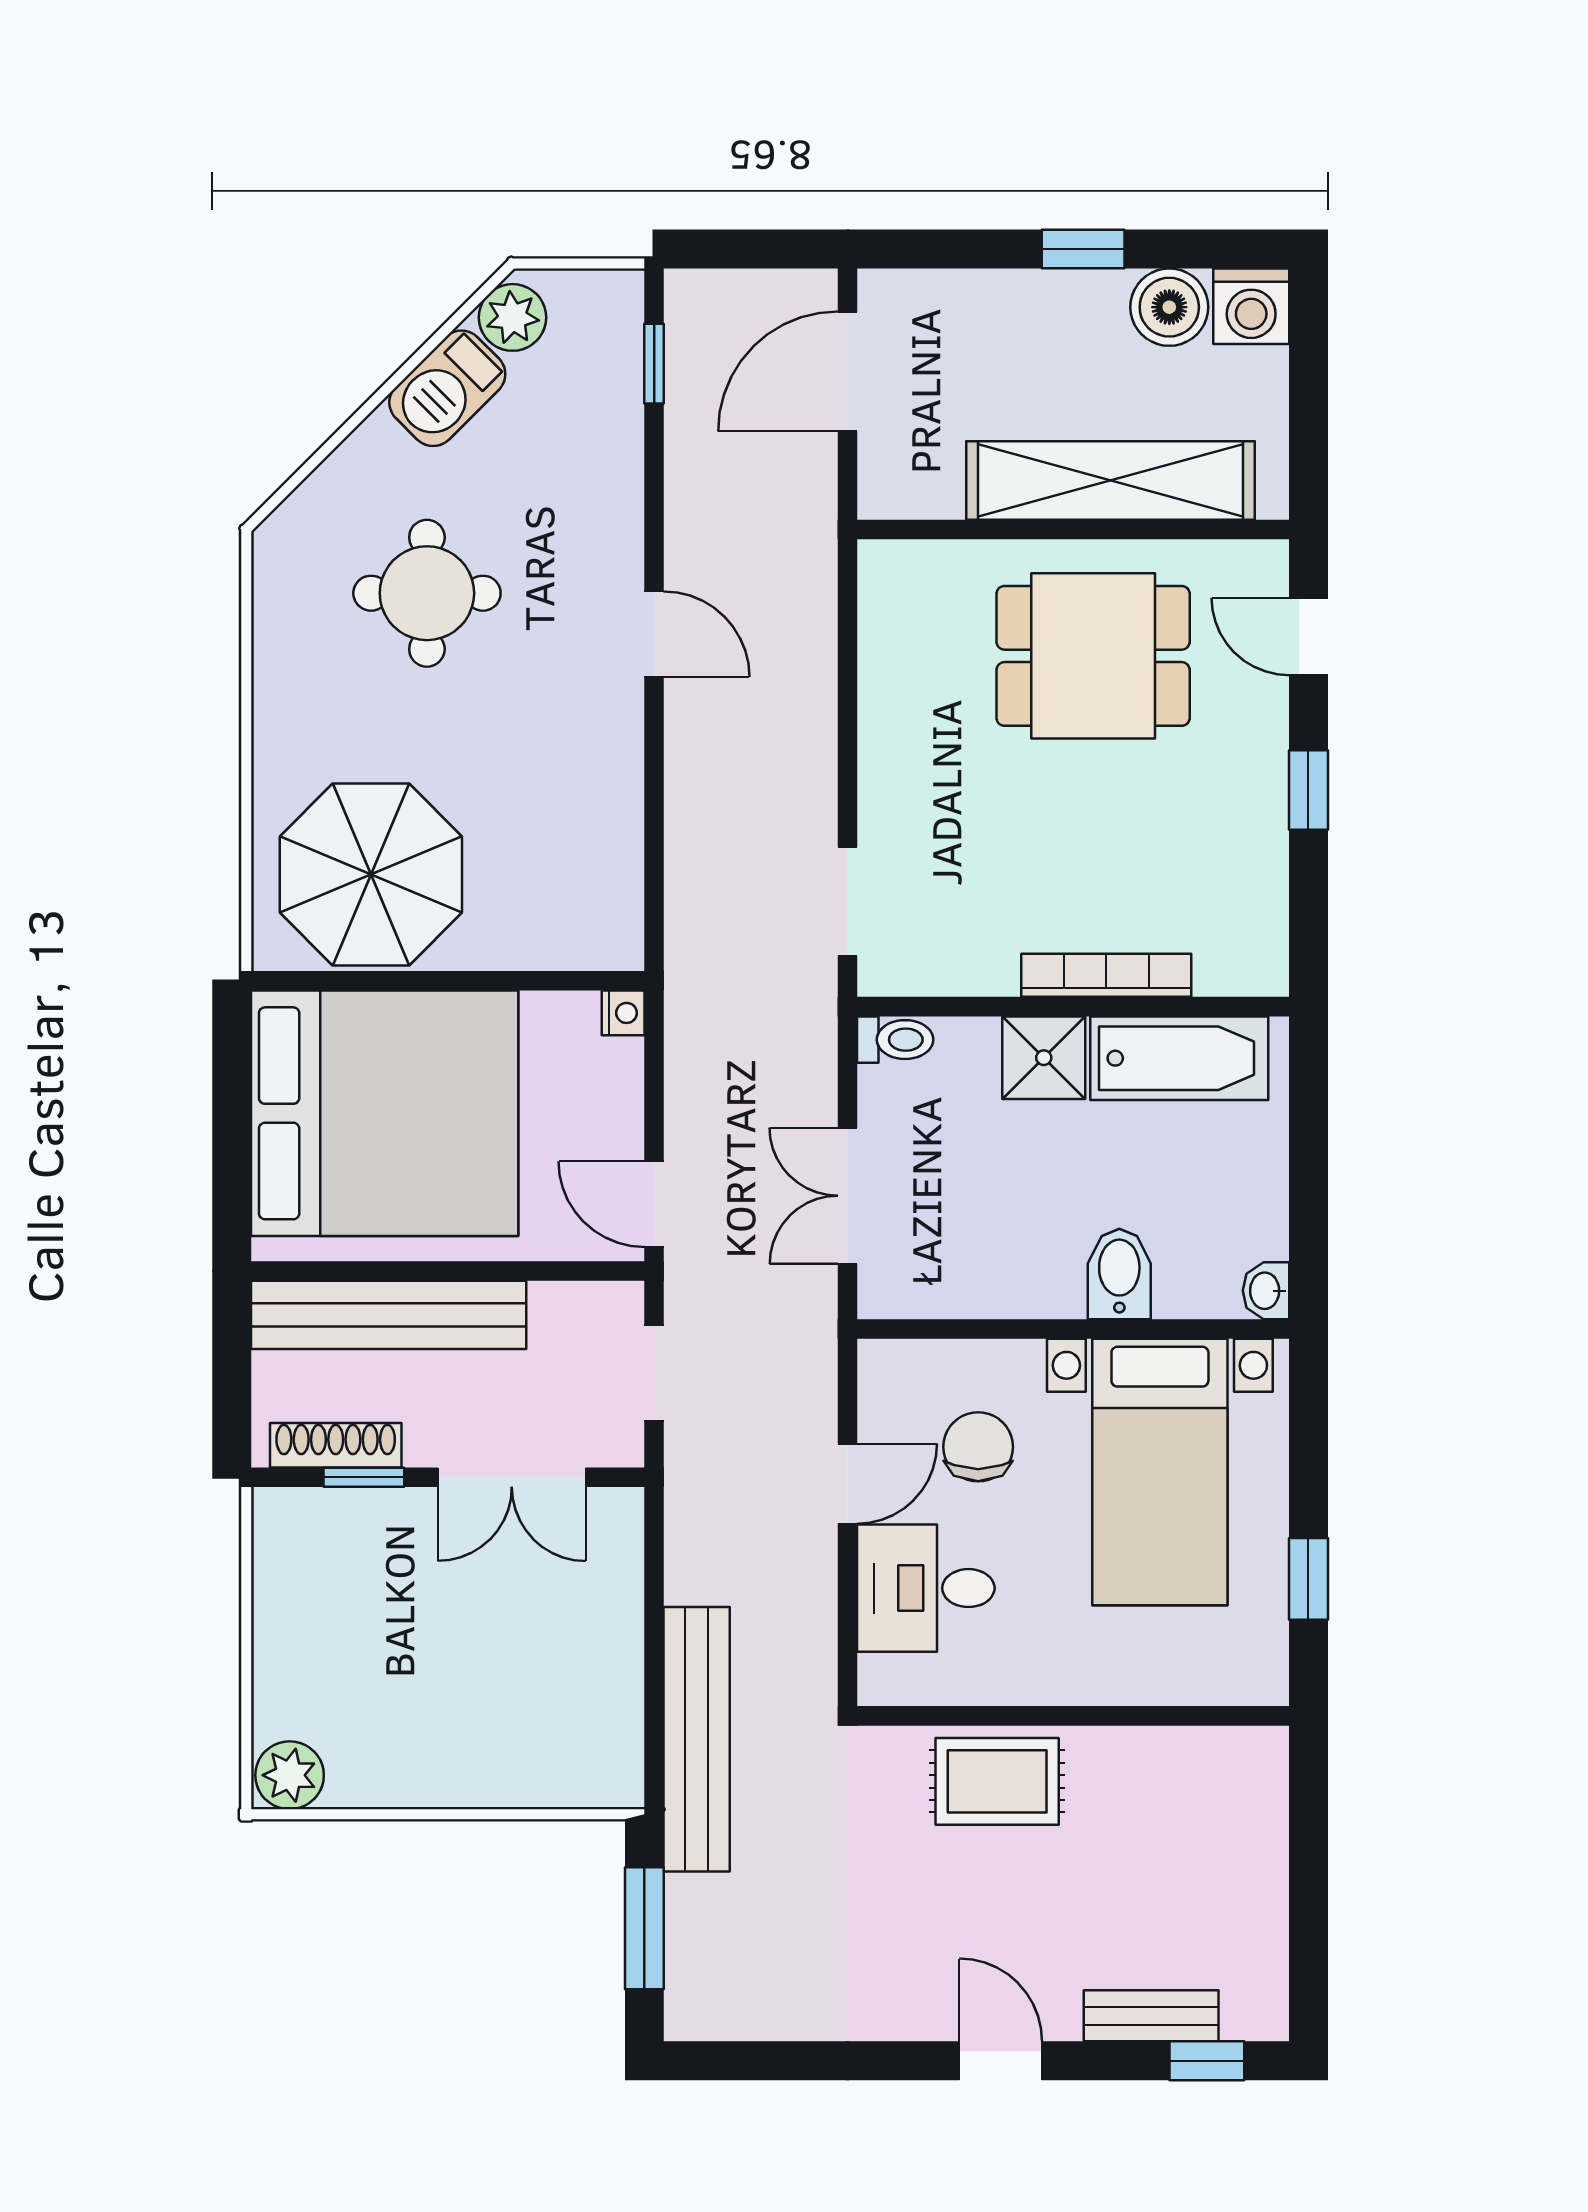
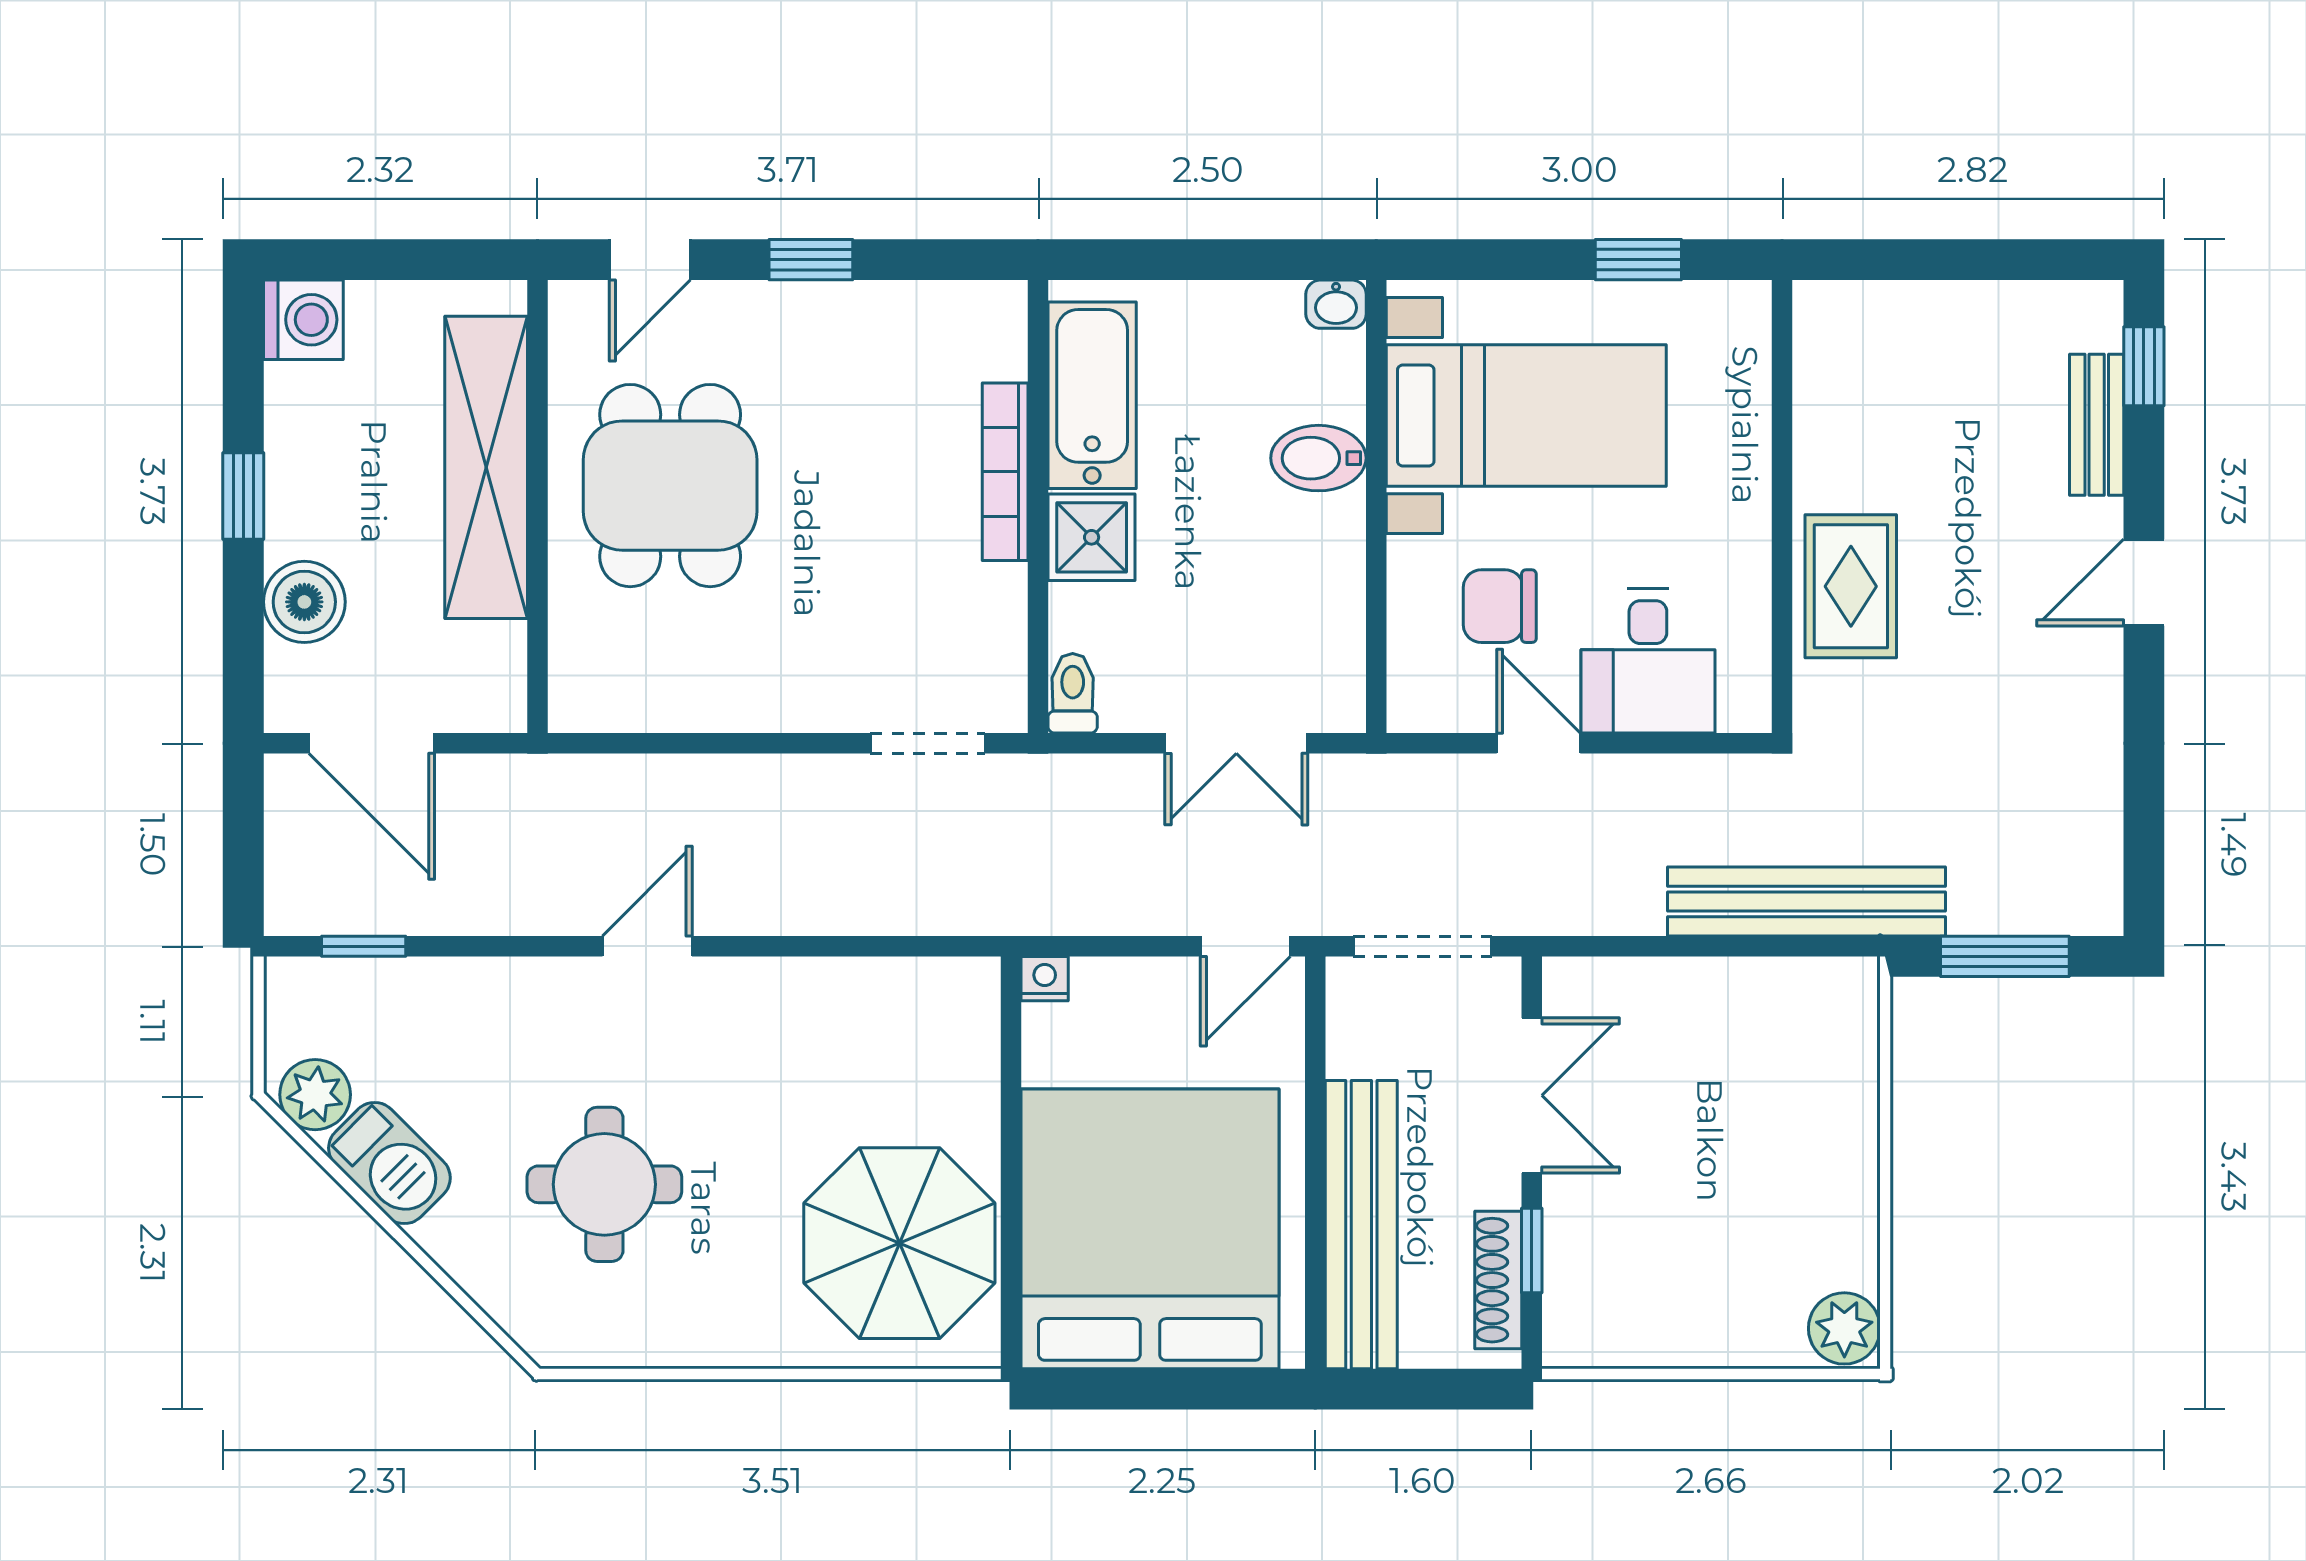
boiler: (1169, 307) -> (304, 602), moved
doorway: (654, 1373) -> (1422, 946), width x1.38

